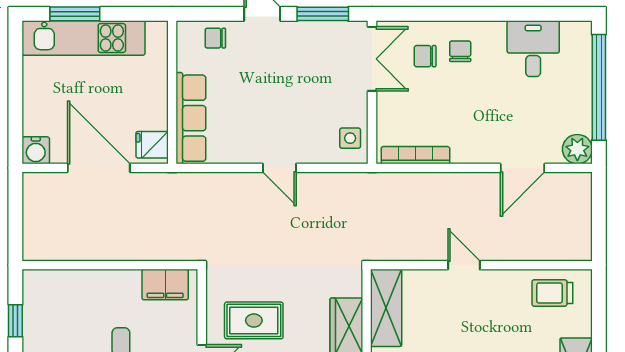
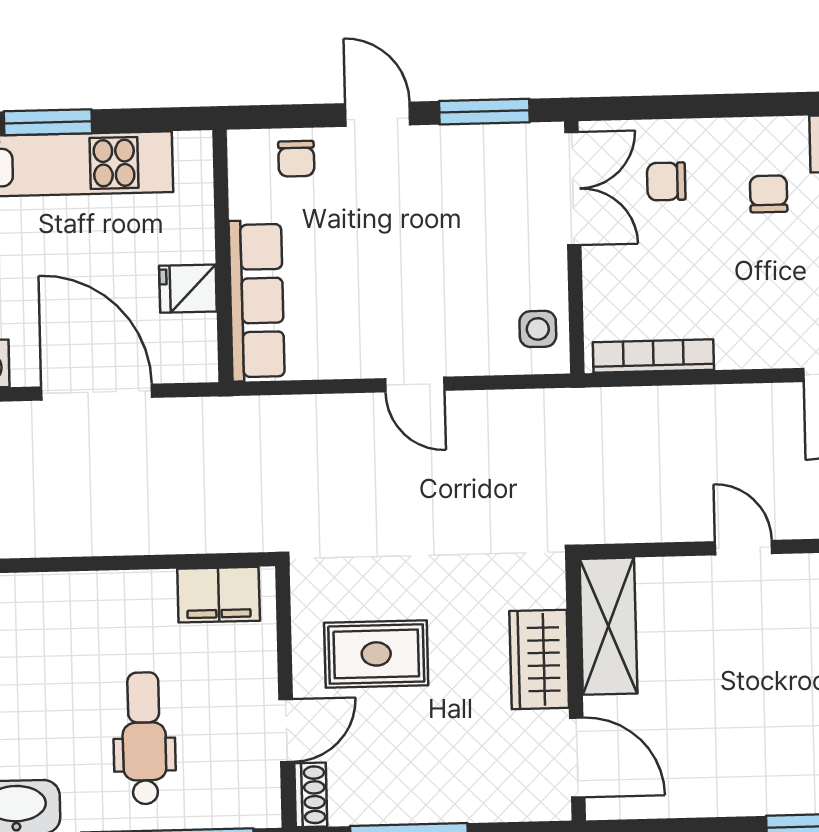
chair: (215, 38) -> (296, 159), turned -90
chair: (460, 51) -> (769, 194), moved
fridge: (152, 145) -> (188, 289), moved

